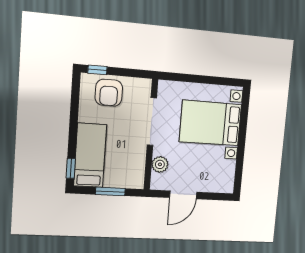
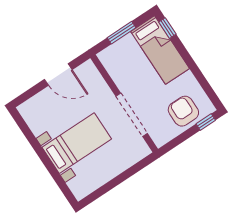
bed with nightstands: (211, 123) -> (77, 143), width x0.73
plant: (160, 164) -> (98, 85), removed
door: (183, 195) -> (58, 75), swing flipped

